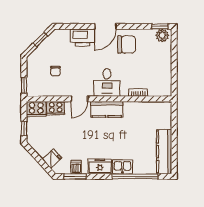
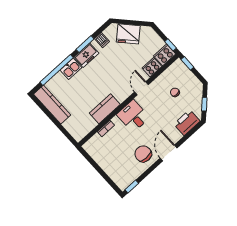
plant: (162, 35) -> (125, 182), removed
printer: (82, 38) -> (187, 123), moved
chair: (127, 44) -> (143, 154), turned 90
kitchen counter: (107, 109) -> (105, 109), moved
window: (24, 129) -> (171, 45), moved
fridge: (52, 159) -> (128, 34), width x1.88, depth x1.34
window: (75, 176) -> (85, 44), moved

